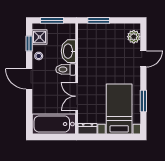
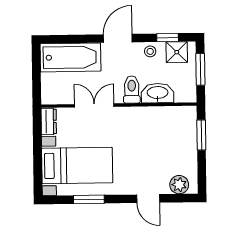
bathtub: (54, 124) -> (71, 57), moved, turned 90

